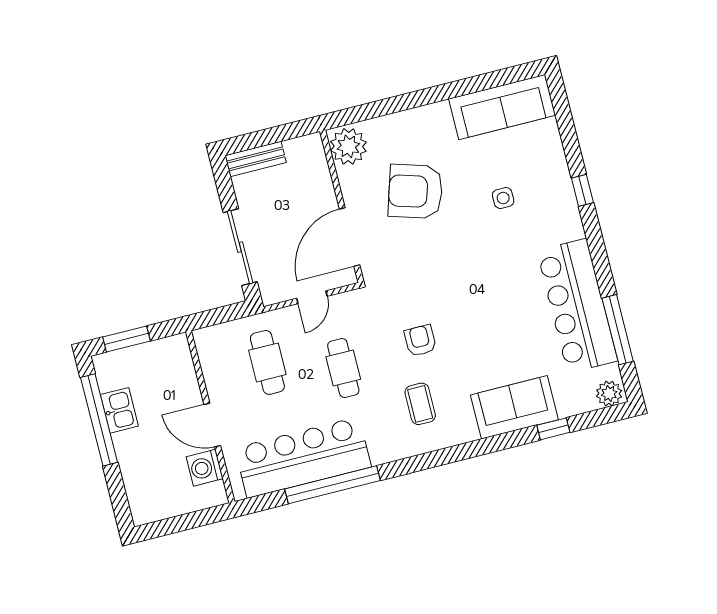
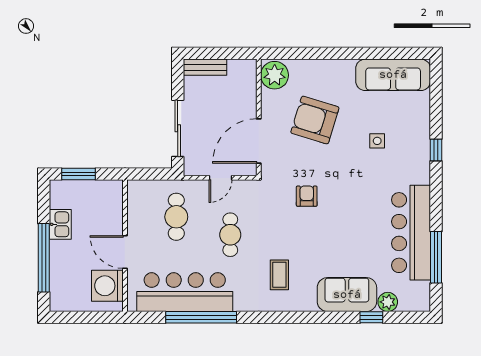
armchair: (420, 341) -> (307, 196), moved
plant: (609, 394) -> (388, 302), moved
window: (99, 420) -> (44, 258), moved
washing machine: (205, 468) -> (107, 286), width x1.37, depth x1.37

